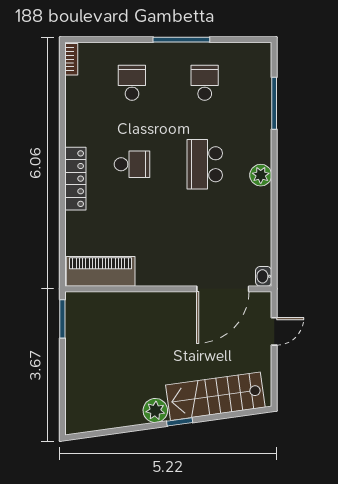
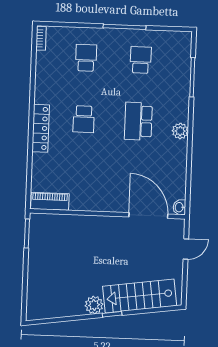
school desk: (132, 164) -> (84, 119), turned 90
piano: (101, 271) -> (50, 201), width x0.73, depth x0.75
door: (223, 289) -> (148, 215), swing flipped

